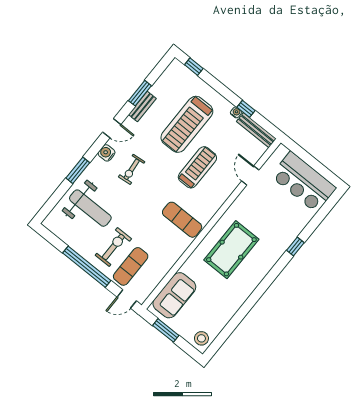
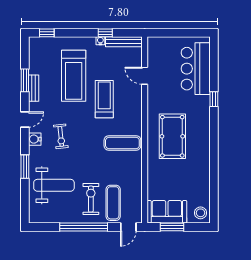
bar counter: (304, 182) -> (196, 69), moved, turned 90
sofa: (174, 295) -> (167, 212), moved, turned -90

